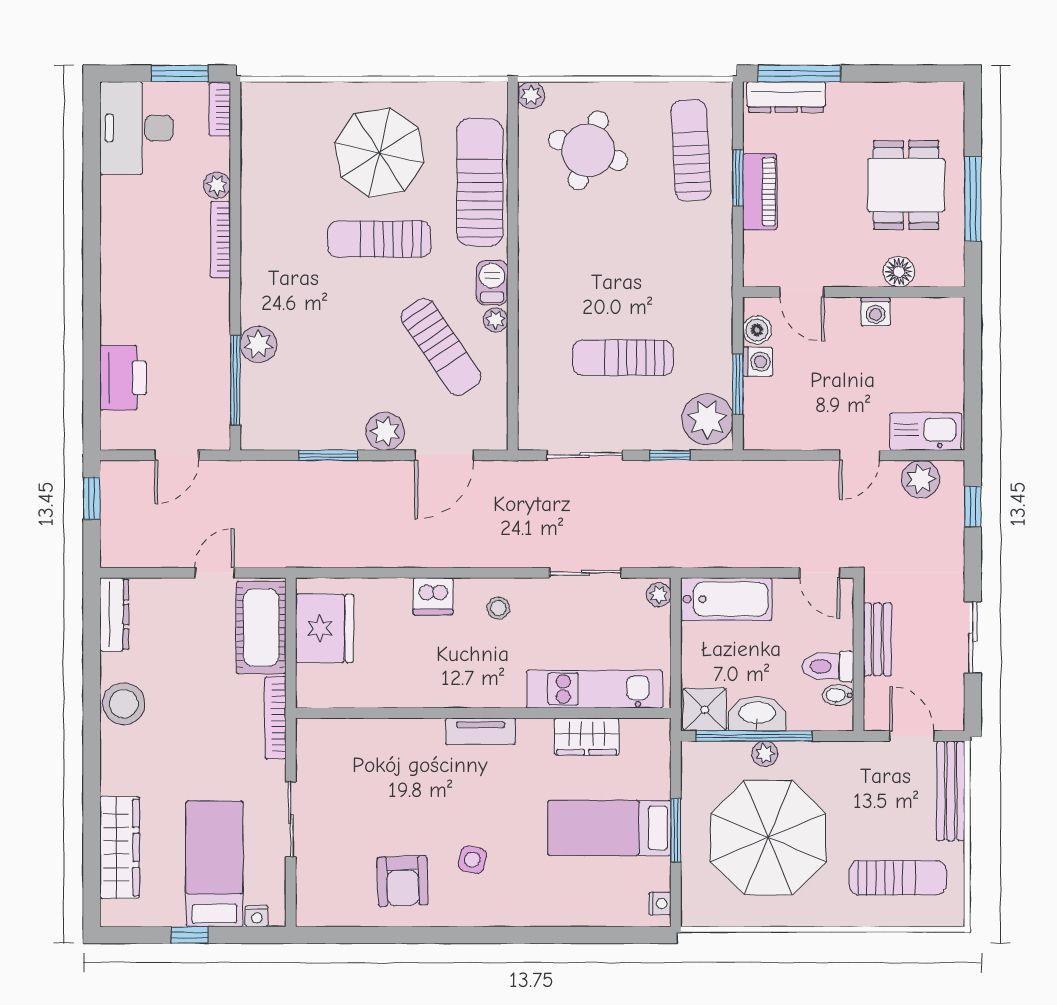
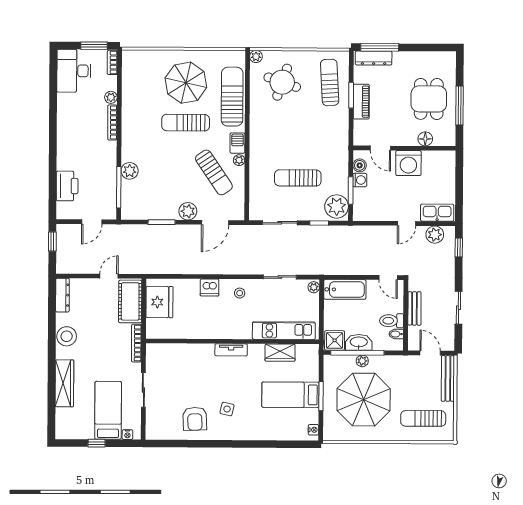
washing machine: (876, 311) -> (408, 163), width x1.89, depth x1.89
wardrobe: (120, 847) -> (64, 383), moved
sun lounger: (898, 878) -> (423, 418), turned 180

